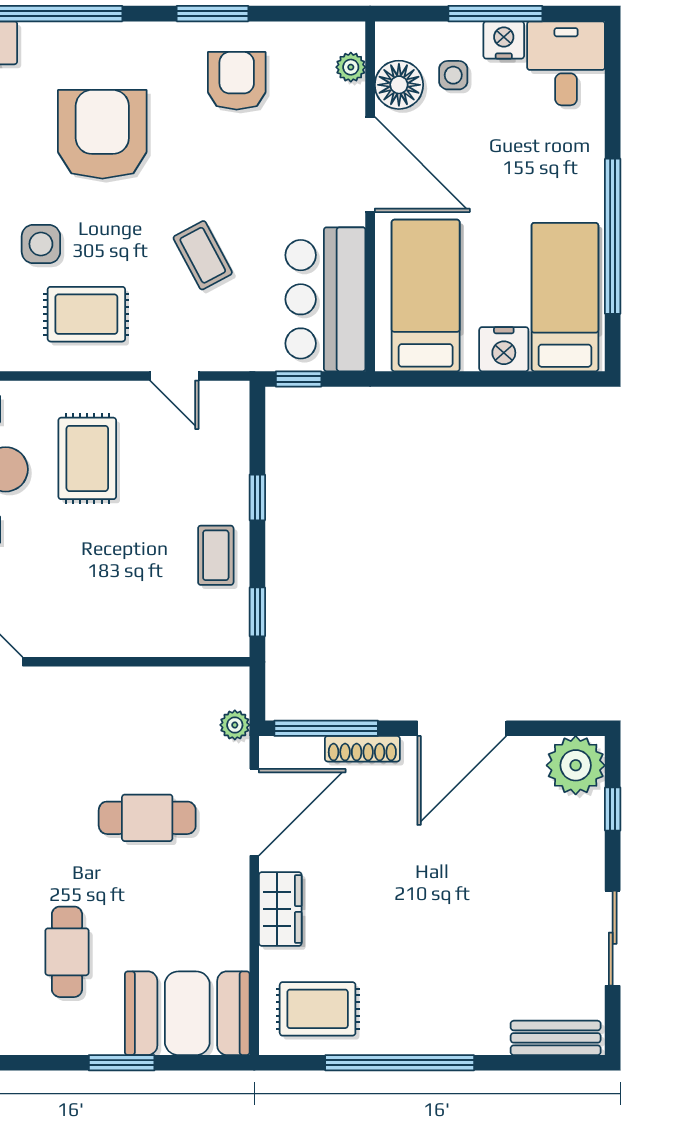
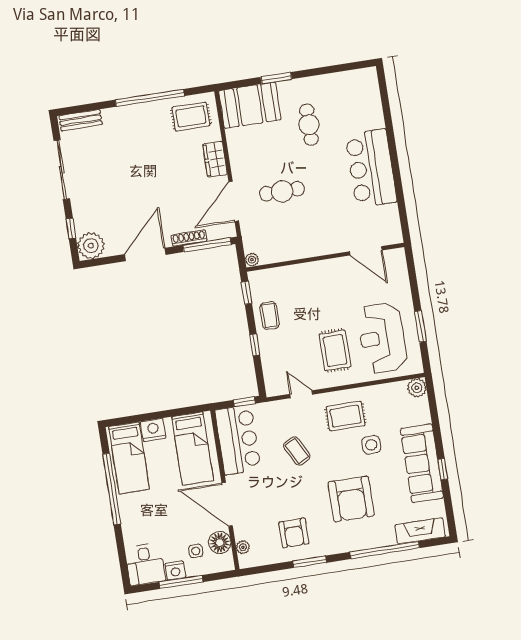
plant: (235, 725) -> (252, 260), moved
sliding door: (613, 938) -> (62, 170), width x1.37

